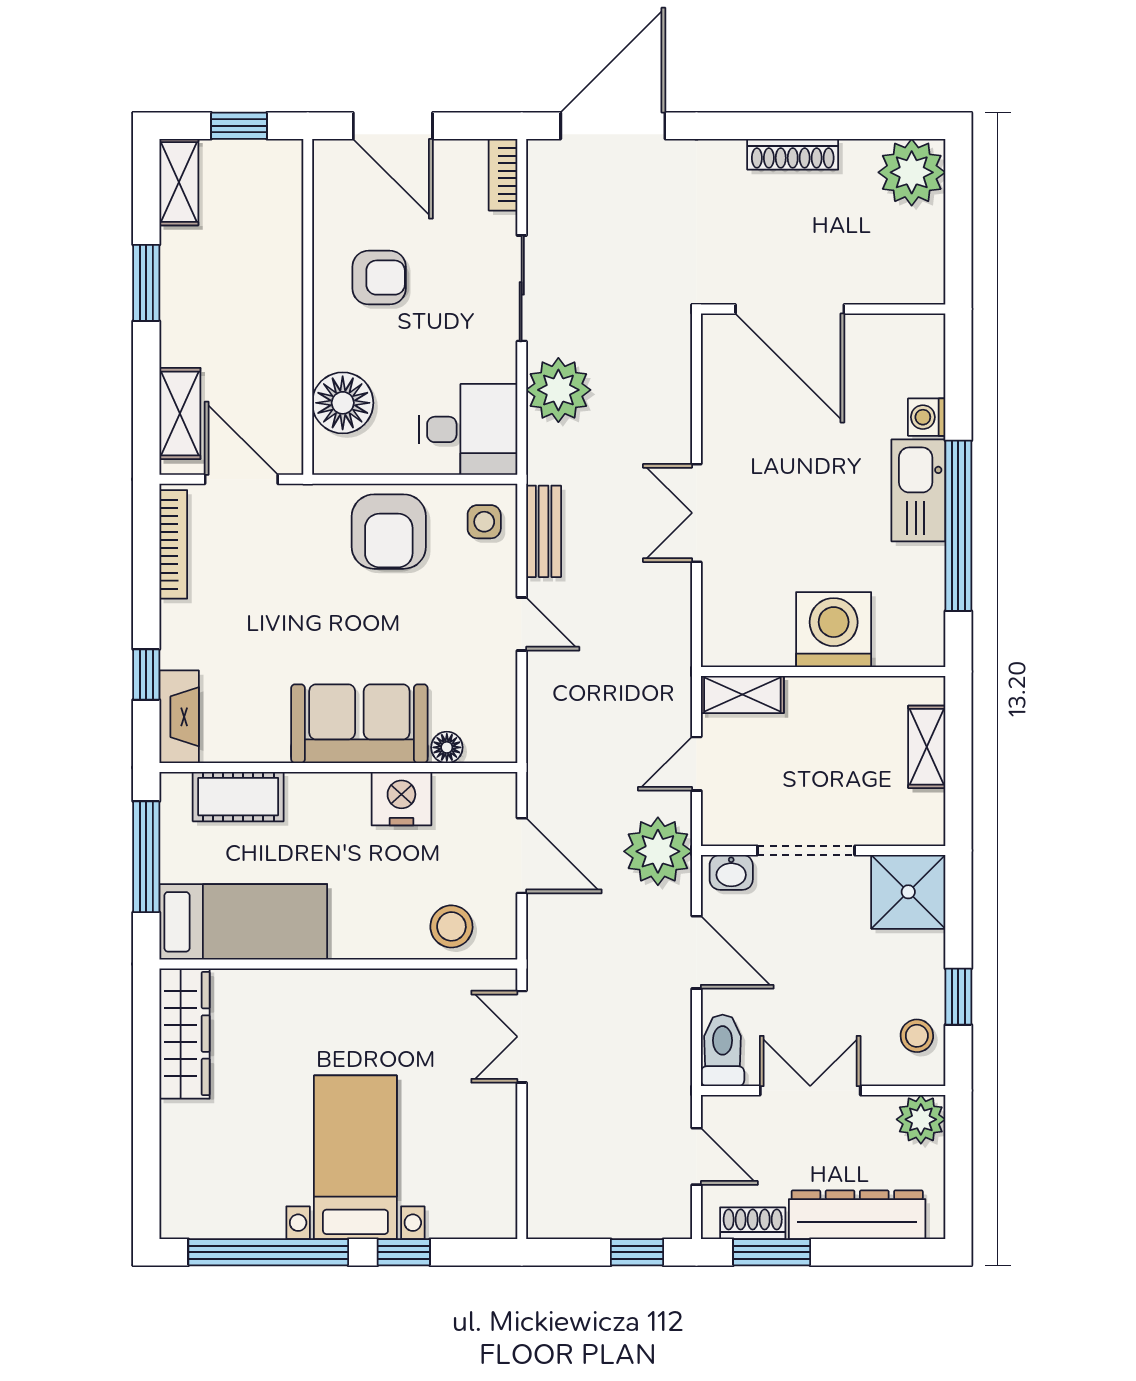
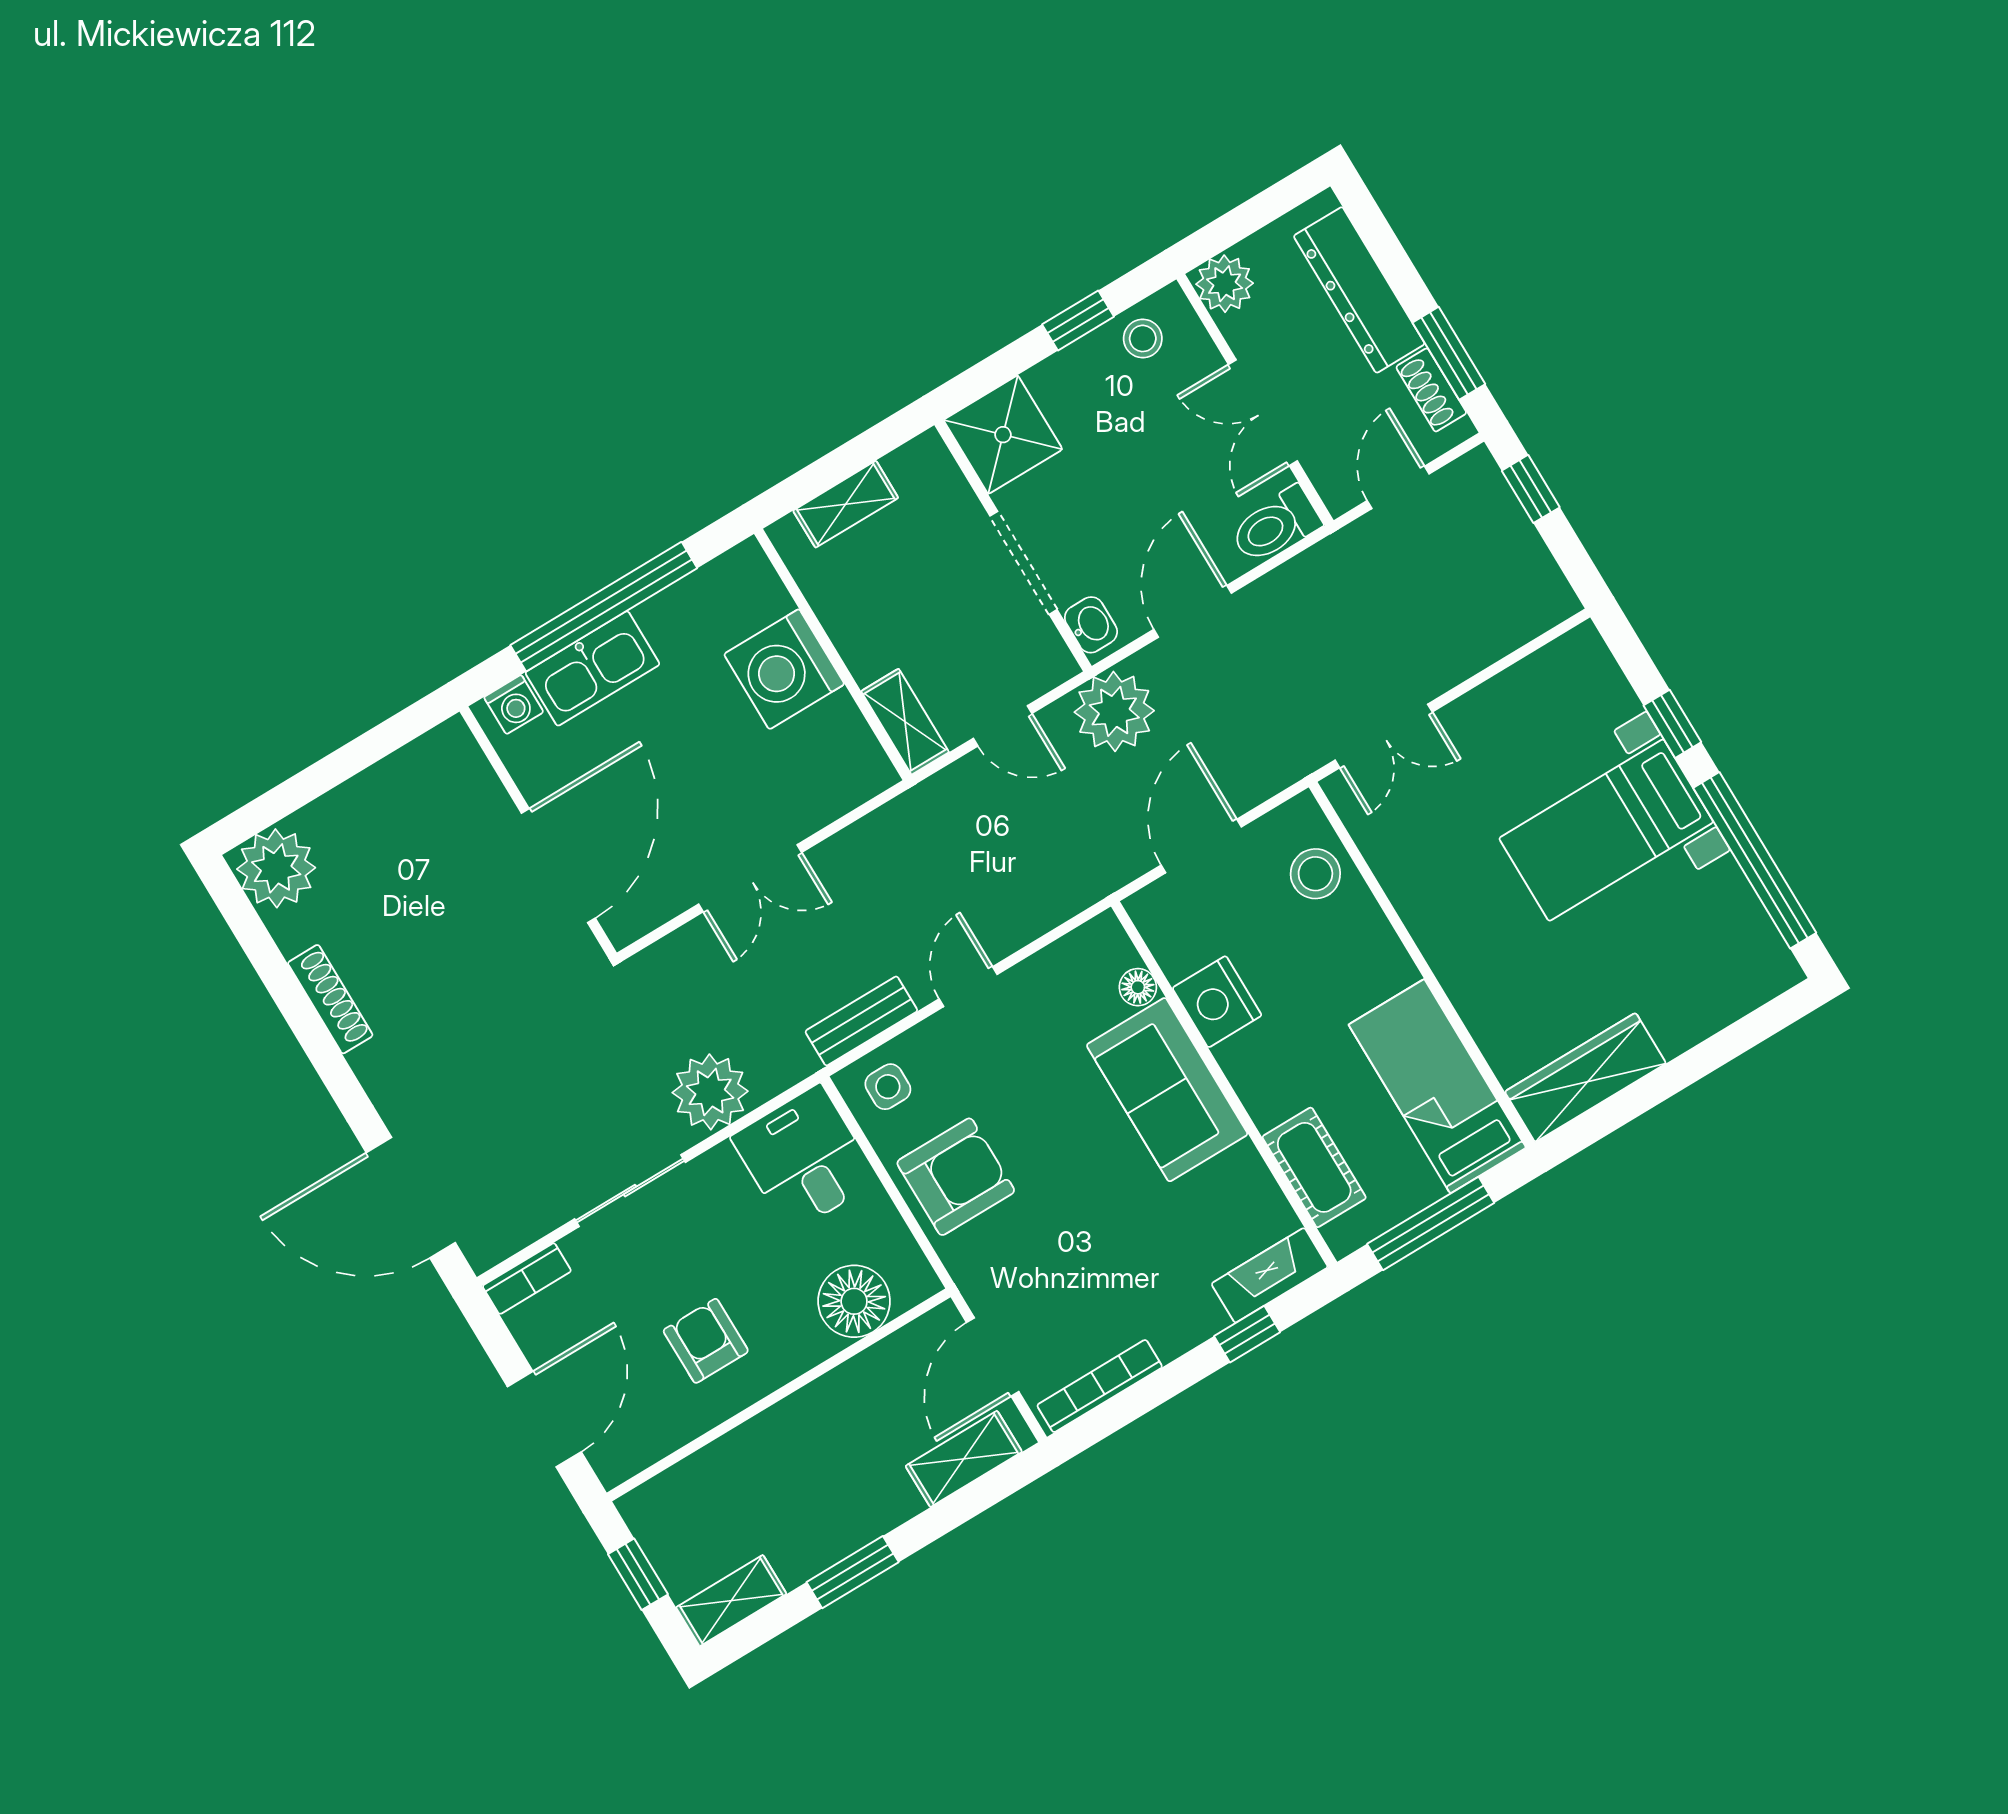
door: (790, 309) -> (558, 866), moved
wall: (823, 309) -> (538, 832), moved

